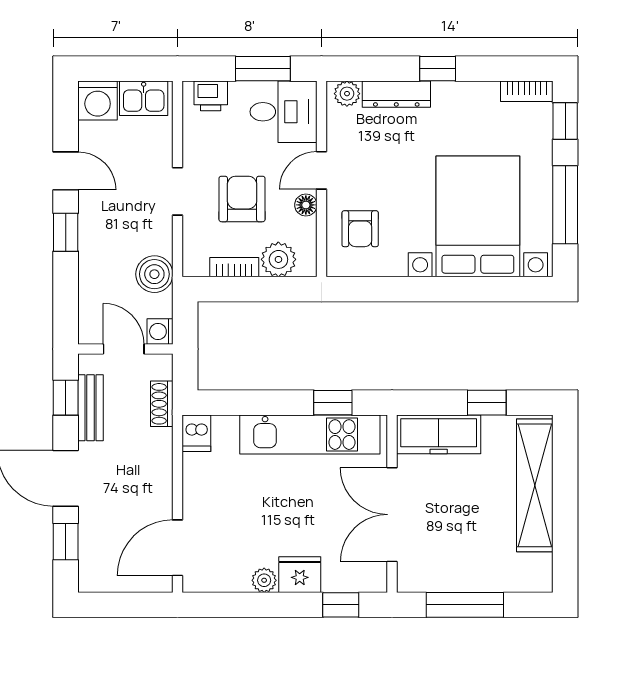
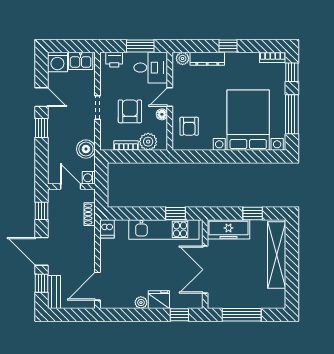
bench: (91, 408) -> (54, 292), moved

